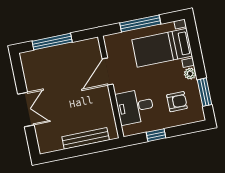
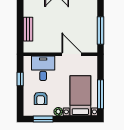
window: (140, 23) -> (101, 94), moved
window: (52, 42) -> (101, 30), moved
bench: (86, 138) -> (28, 29), width x0.73

